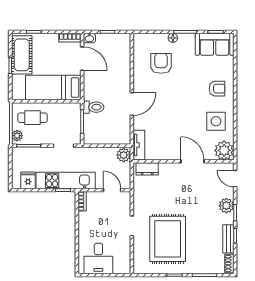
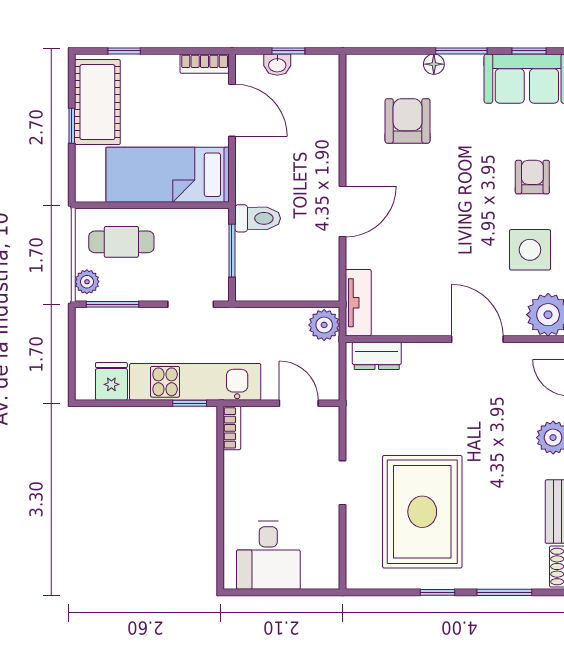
washbasin: (89, 38) -> (277, 65), moved
armchair: (217, 89) -> (532, 177), turned -90

